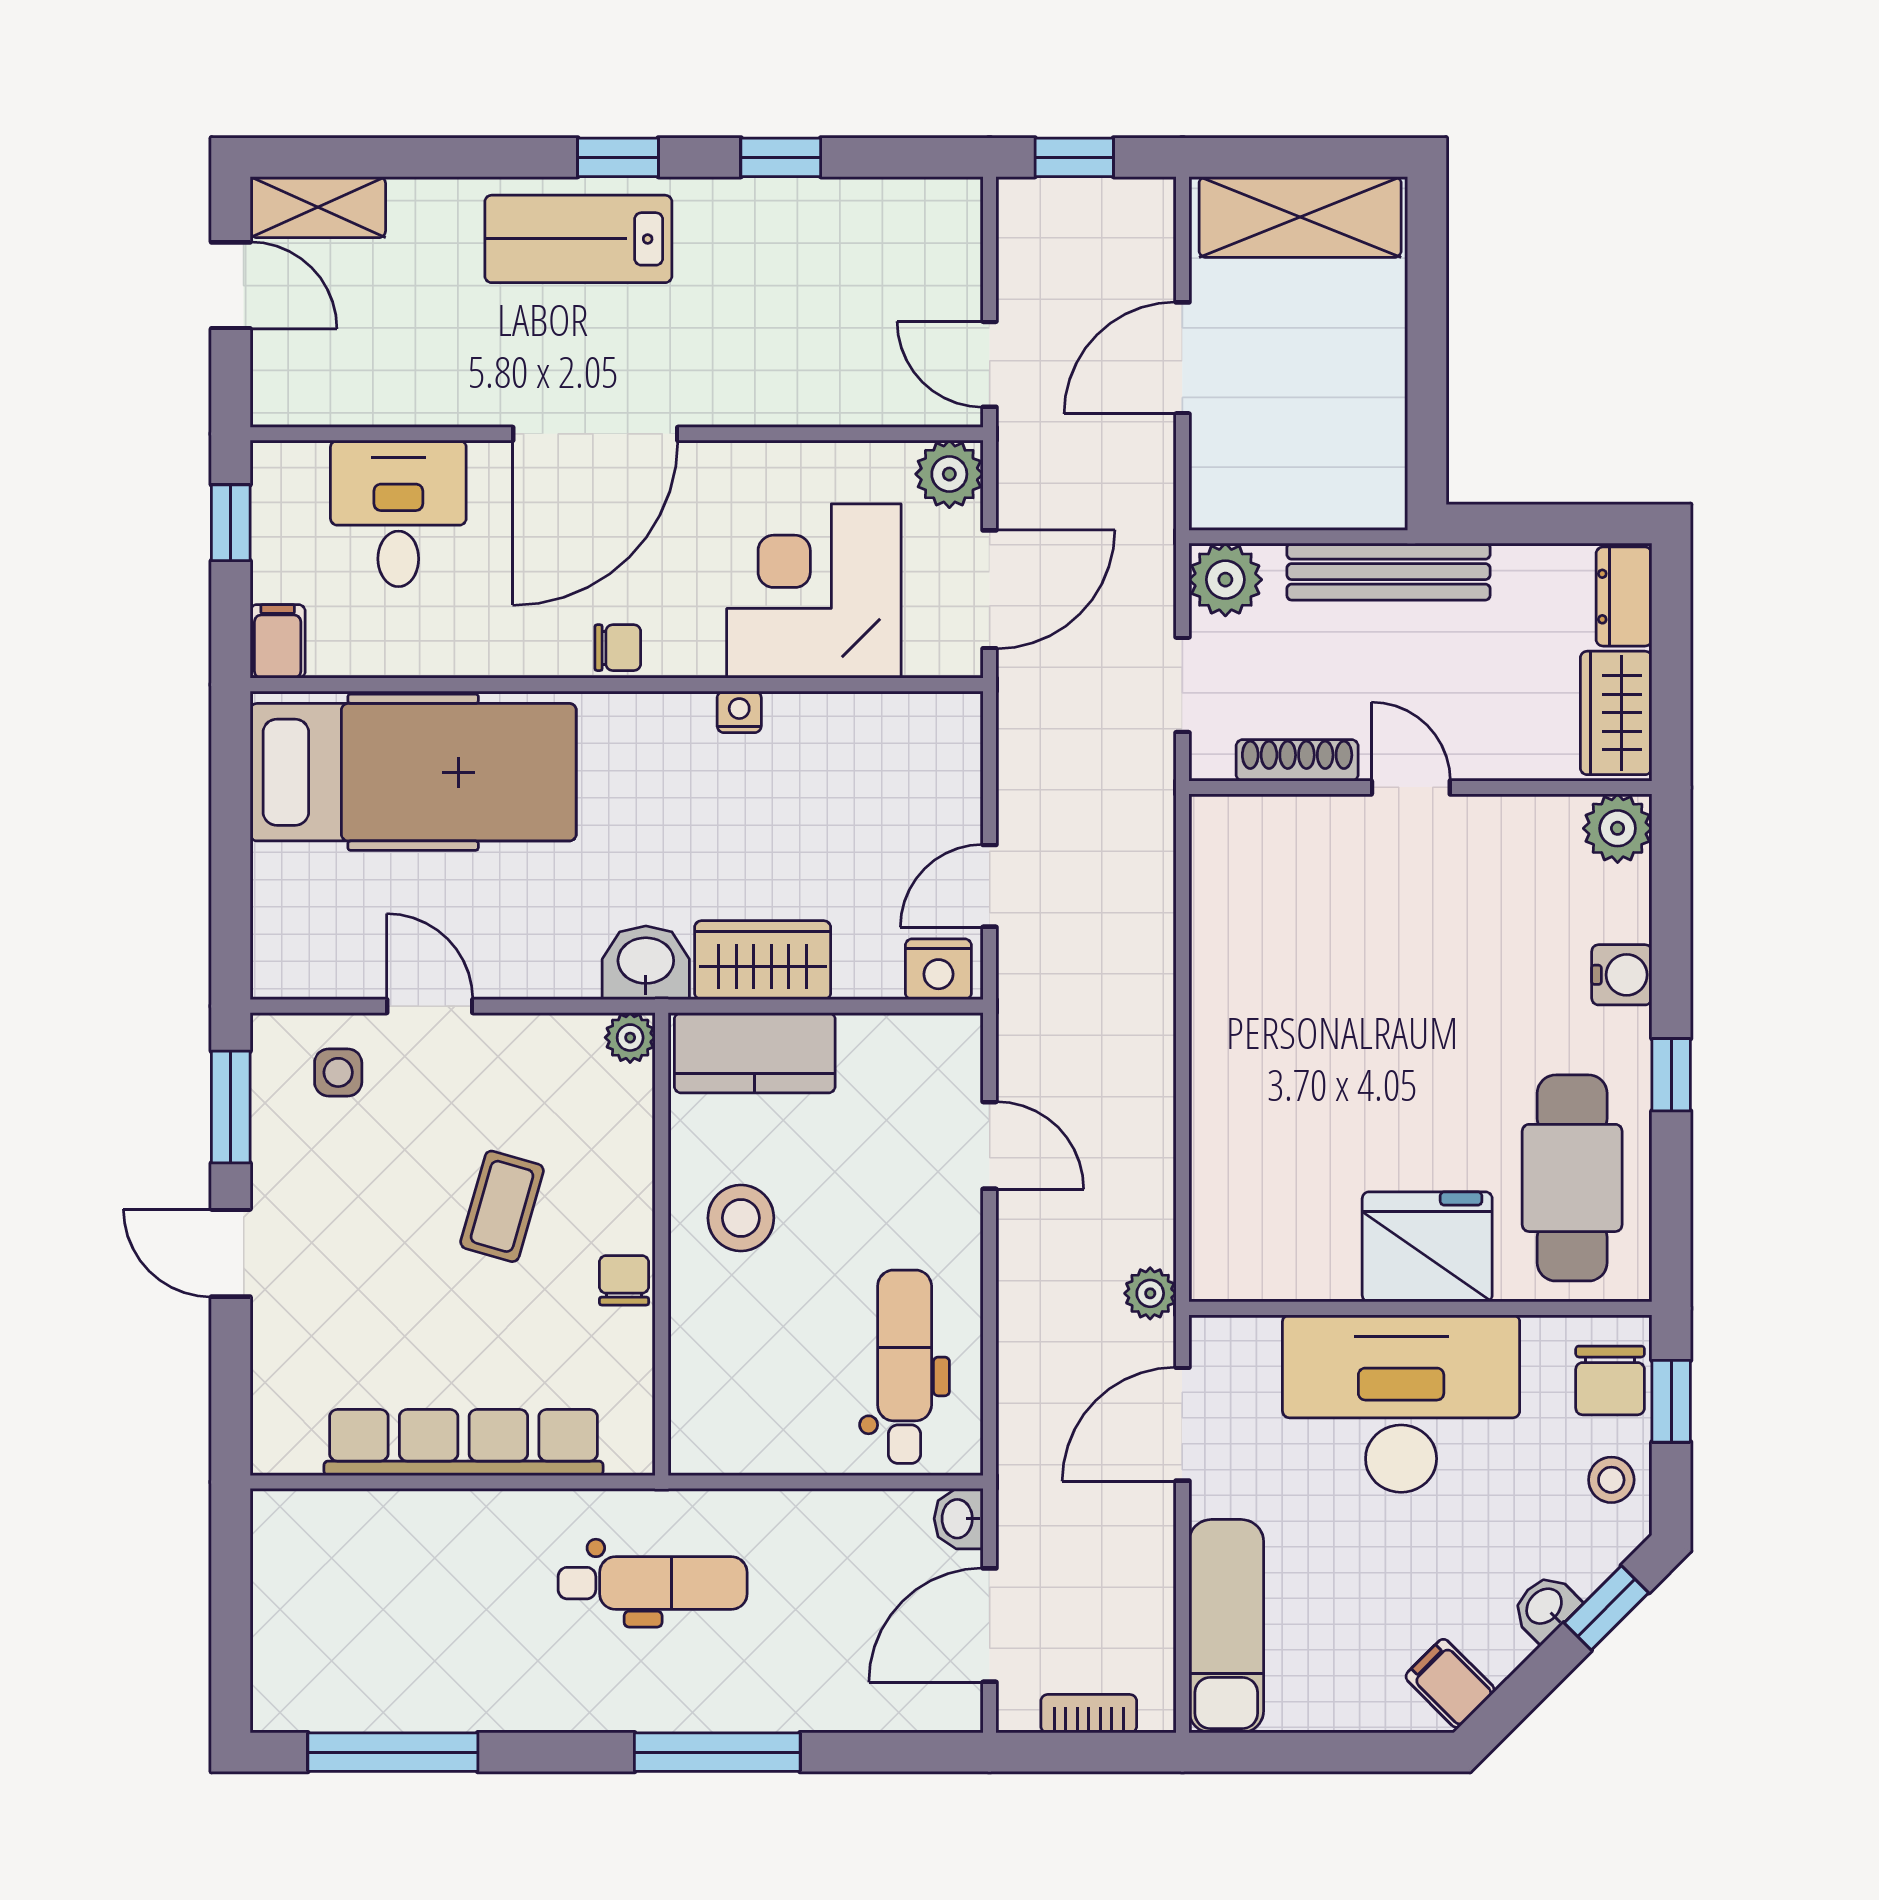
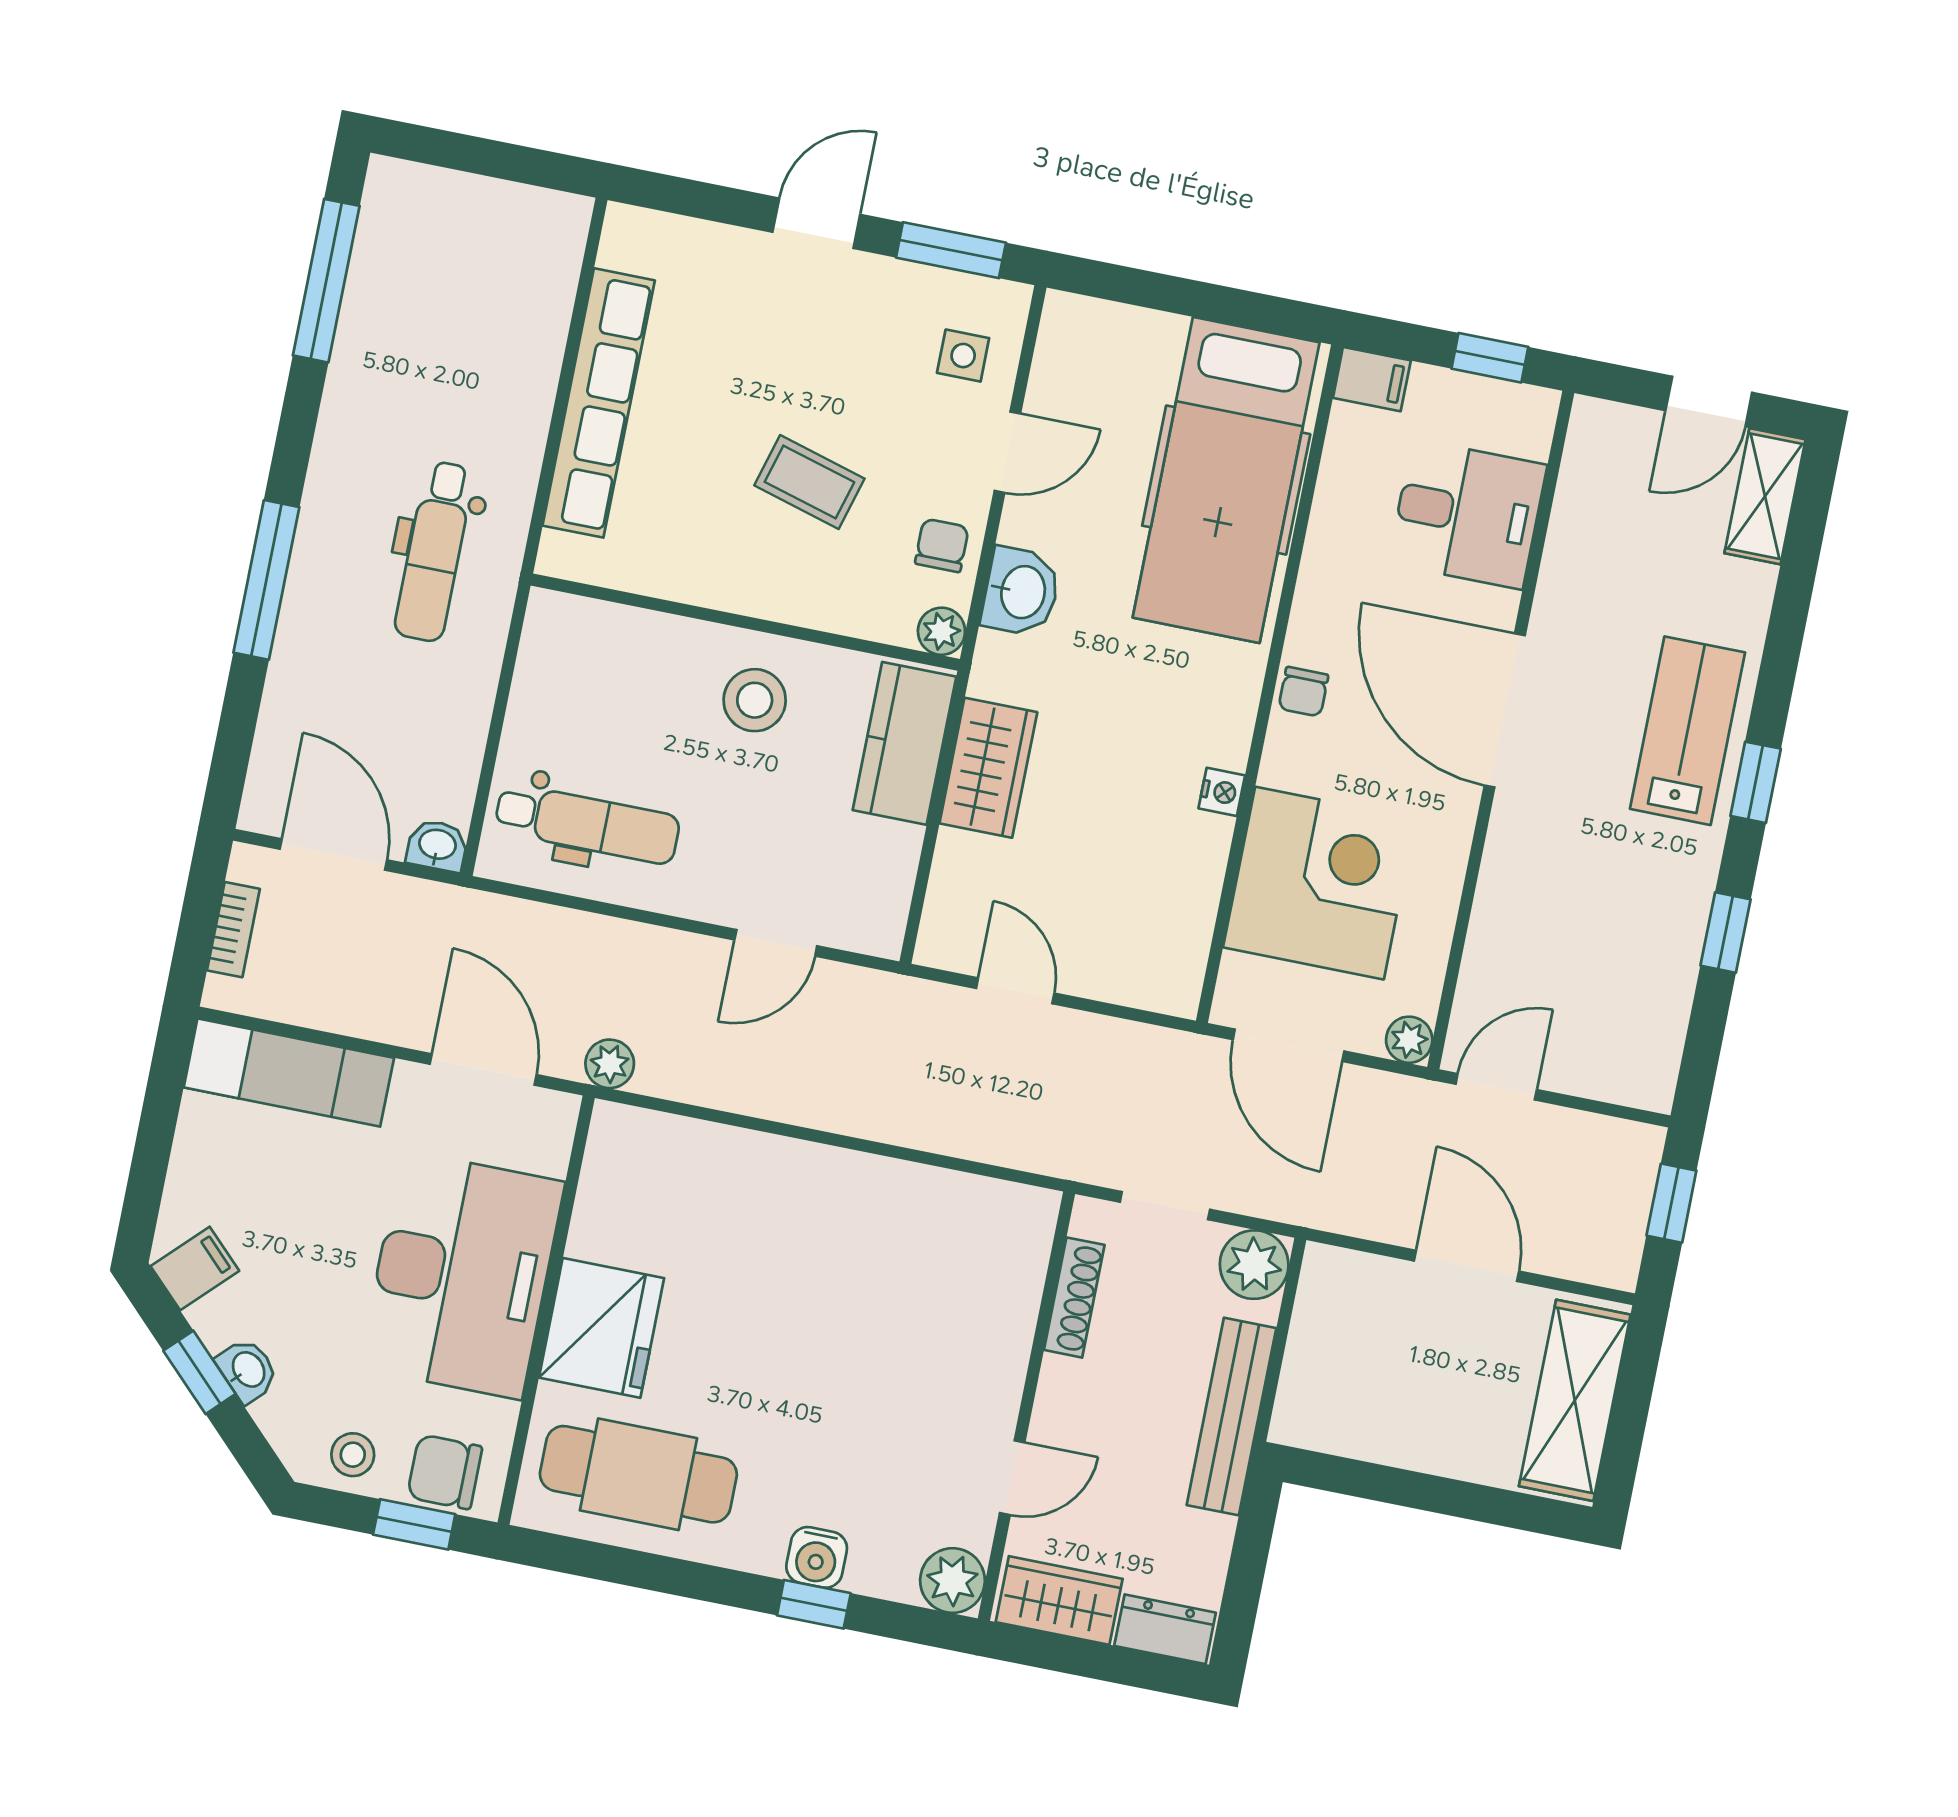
plant: (949, 474) -> (1409, 1040), width x0.73, depth x0.73
door: (1411, 787) -> (1012, 1478), moved
washbasin: (646, 963) -> (1021, 592), moved
nightstand: (938, 969) -> (948, 928), removed
window: (1671, 1075) -> (814, 1604), moved
chair: (624, 1280) -> (942, 545), moved, turned -90
window: (1606, 1608) -> (199, 1372), moved

